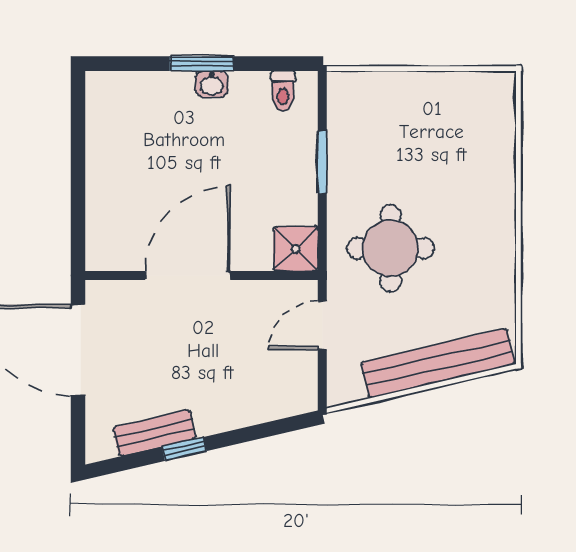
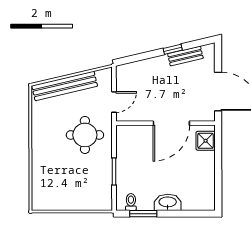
window: (202, 64) -> (143, 214), moved
washbasin: (212, 84) -> (168, 202), width x1.91, depth x1.45
shower: (296, 249) -> (206, 141), moved

